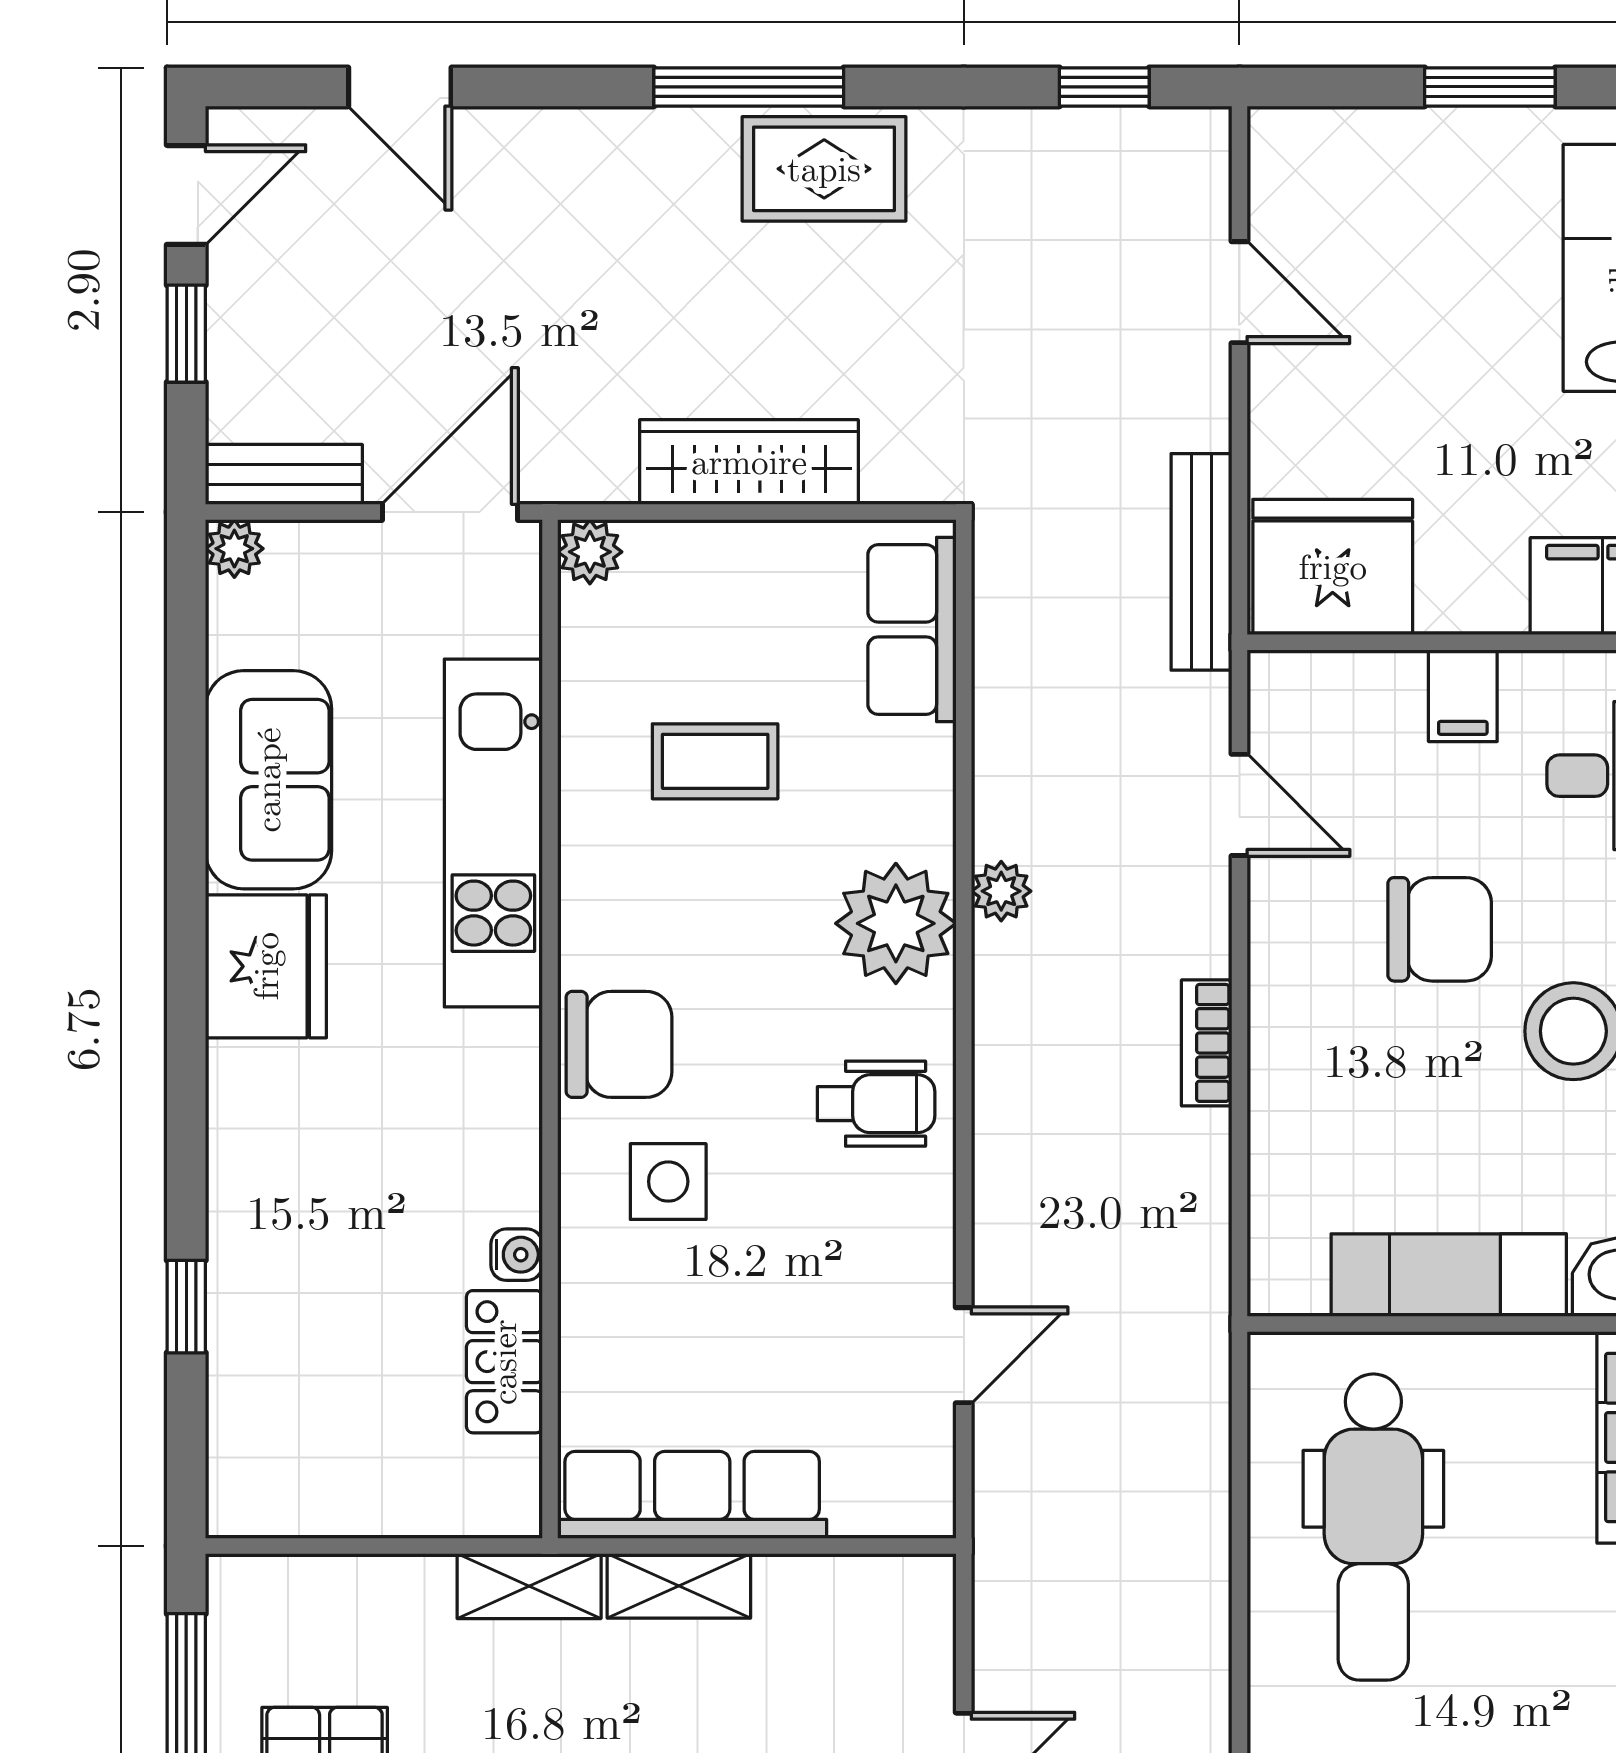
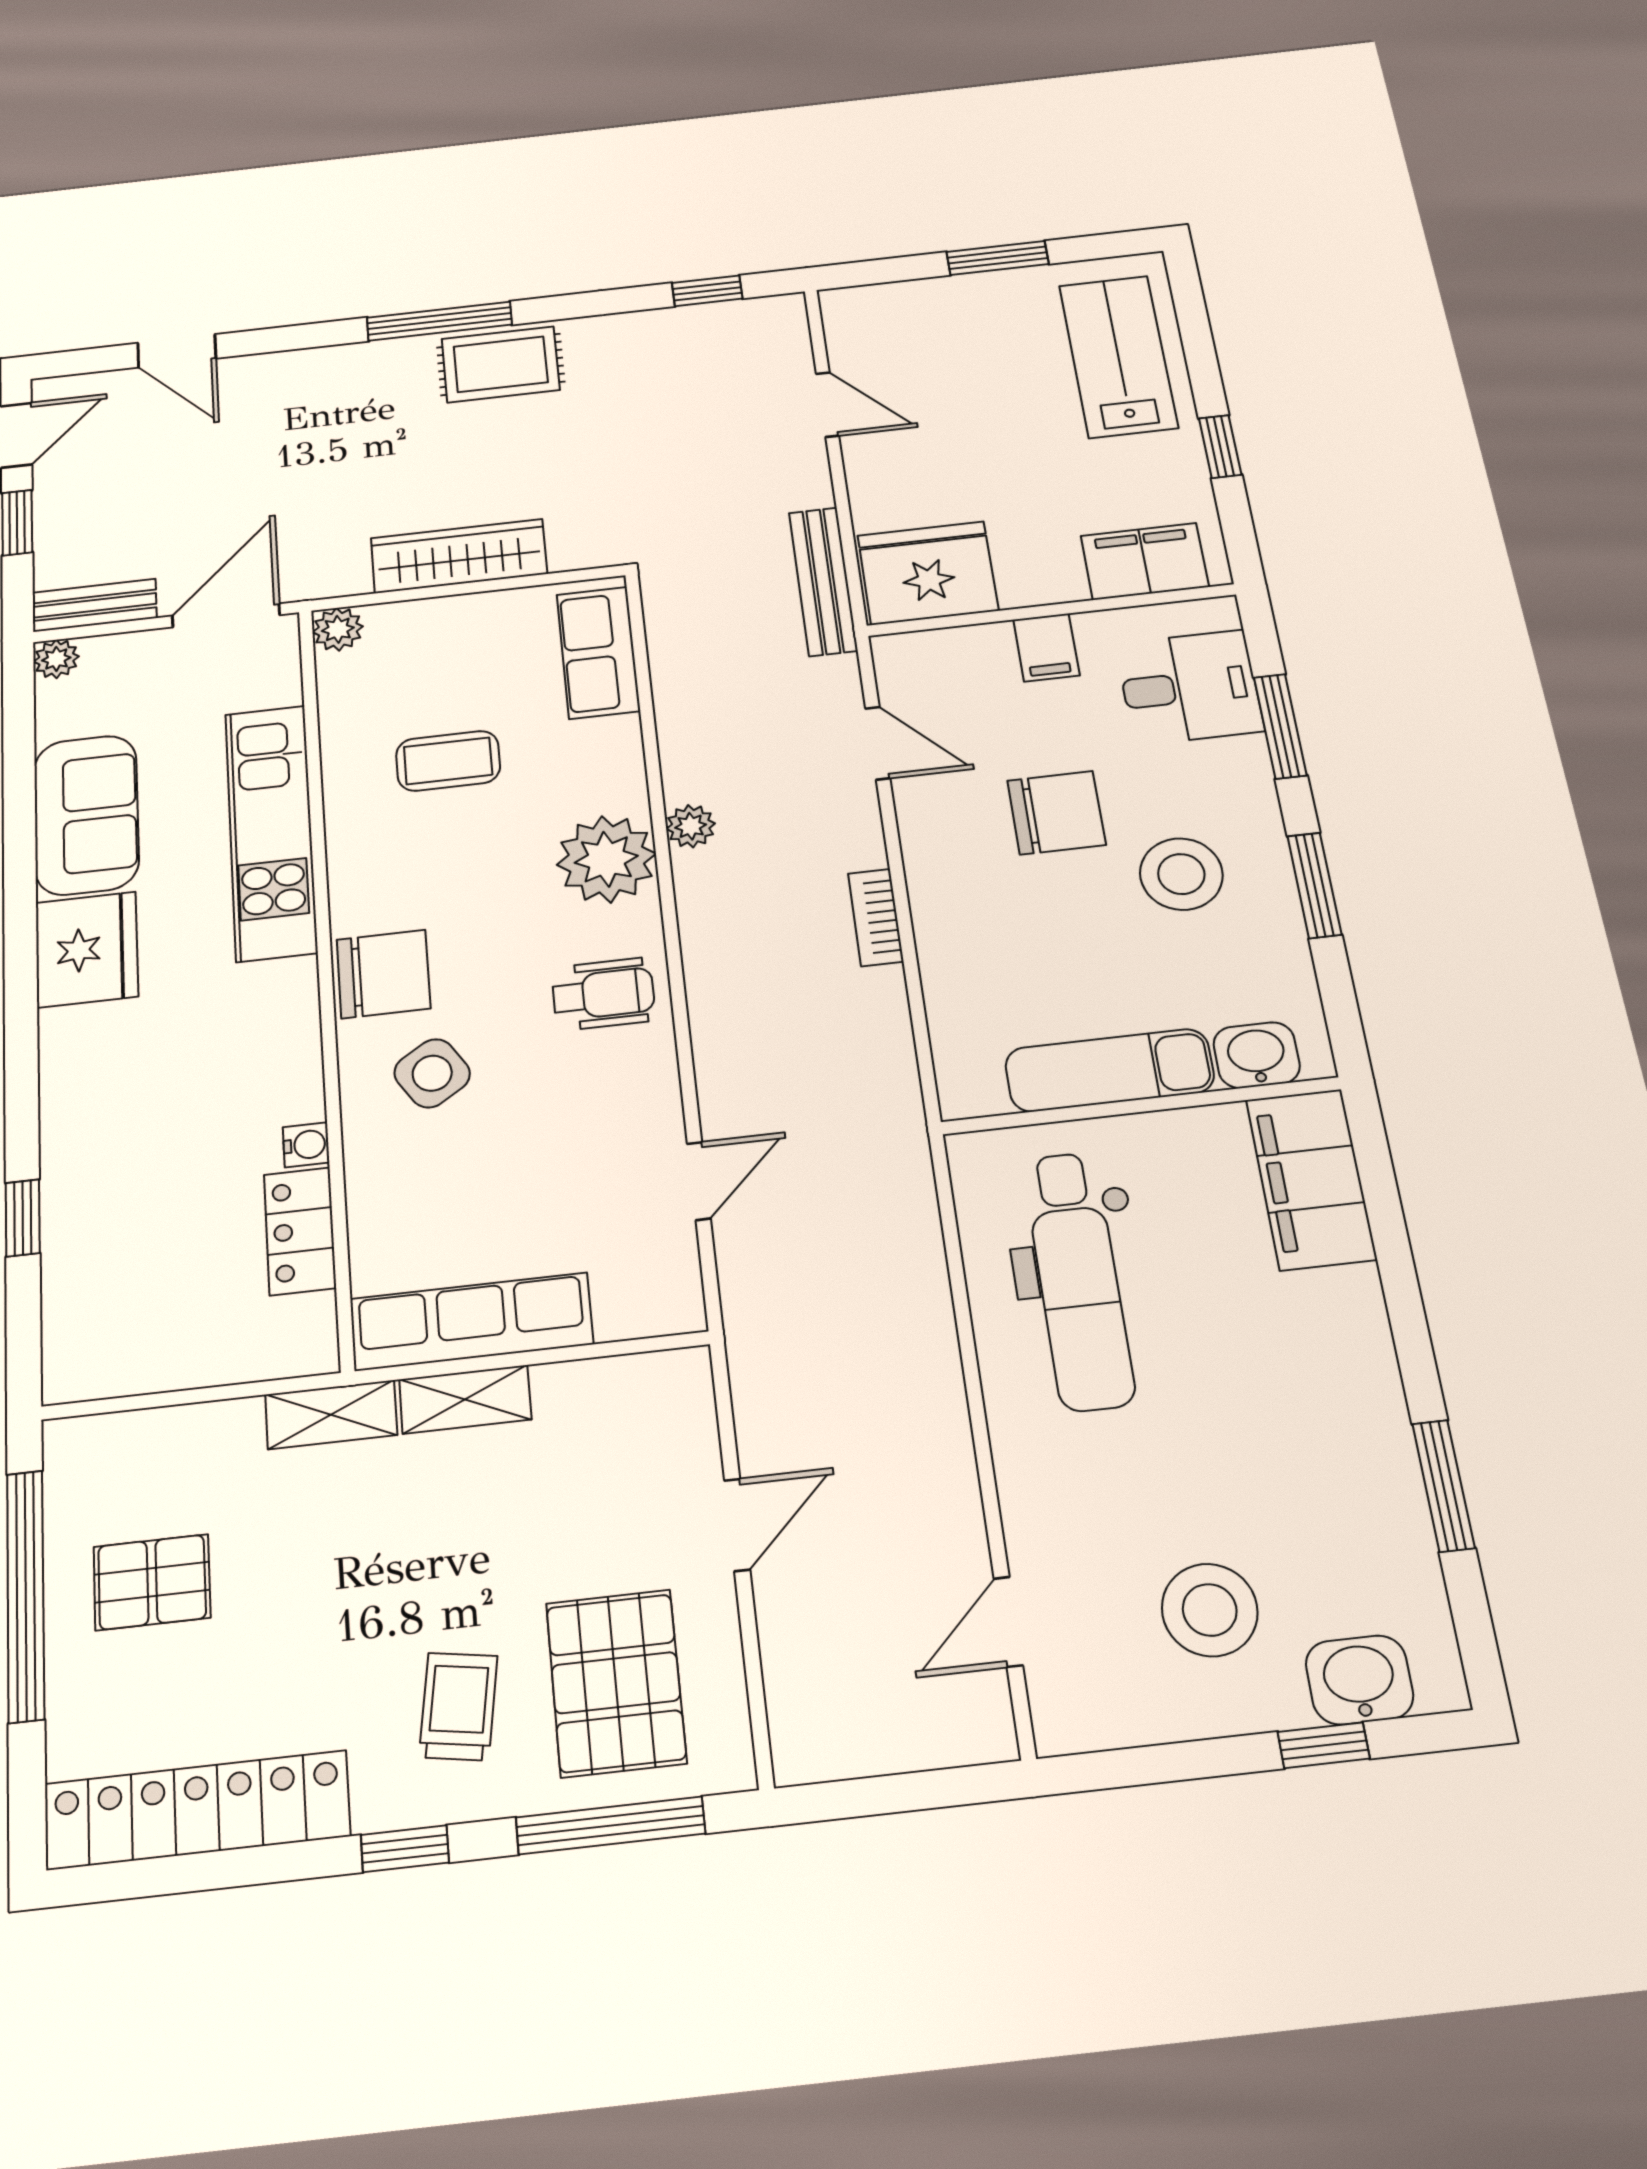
side table: (668, 1182) -> (432, 1073), turned -33

